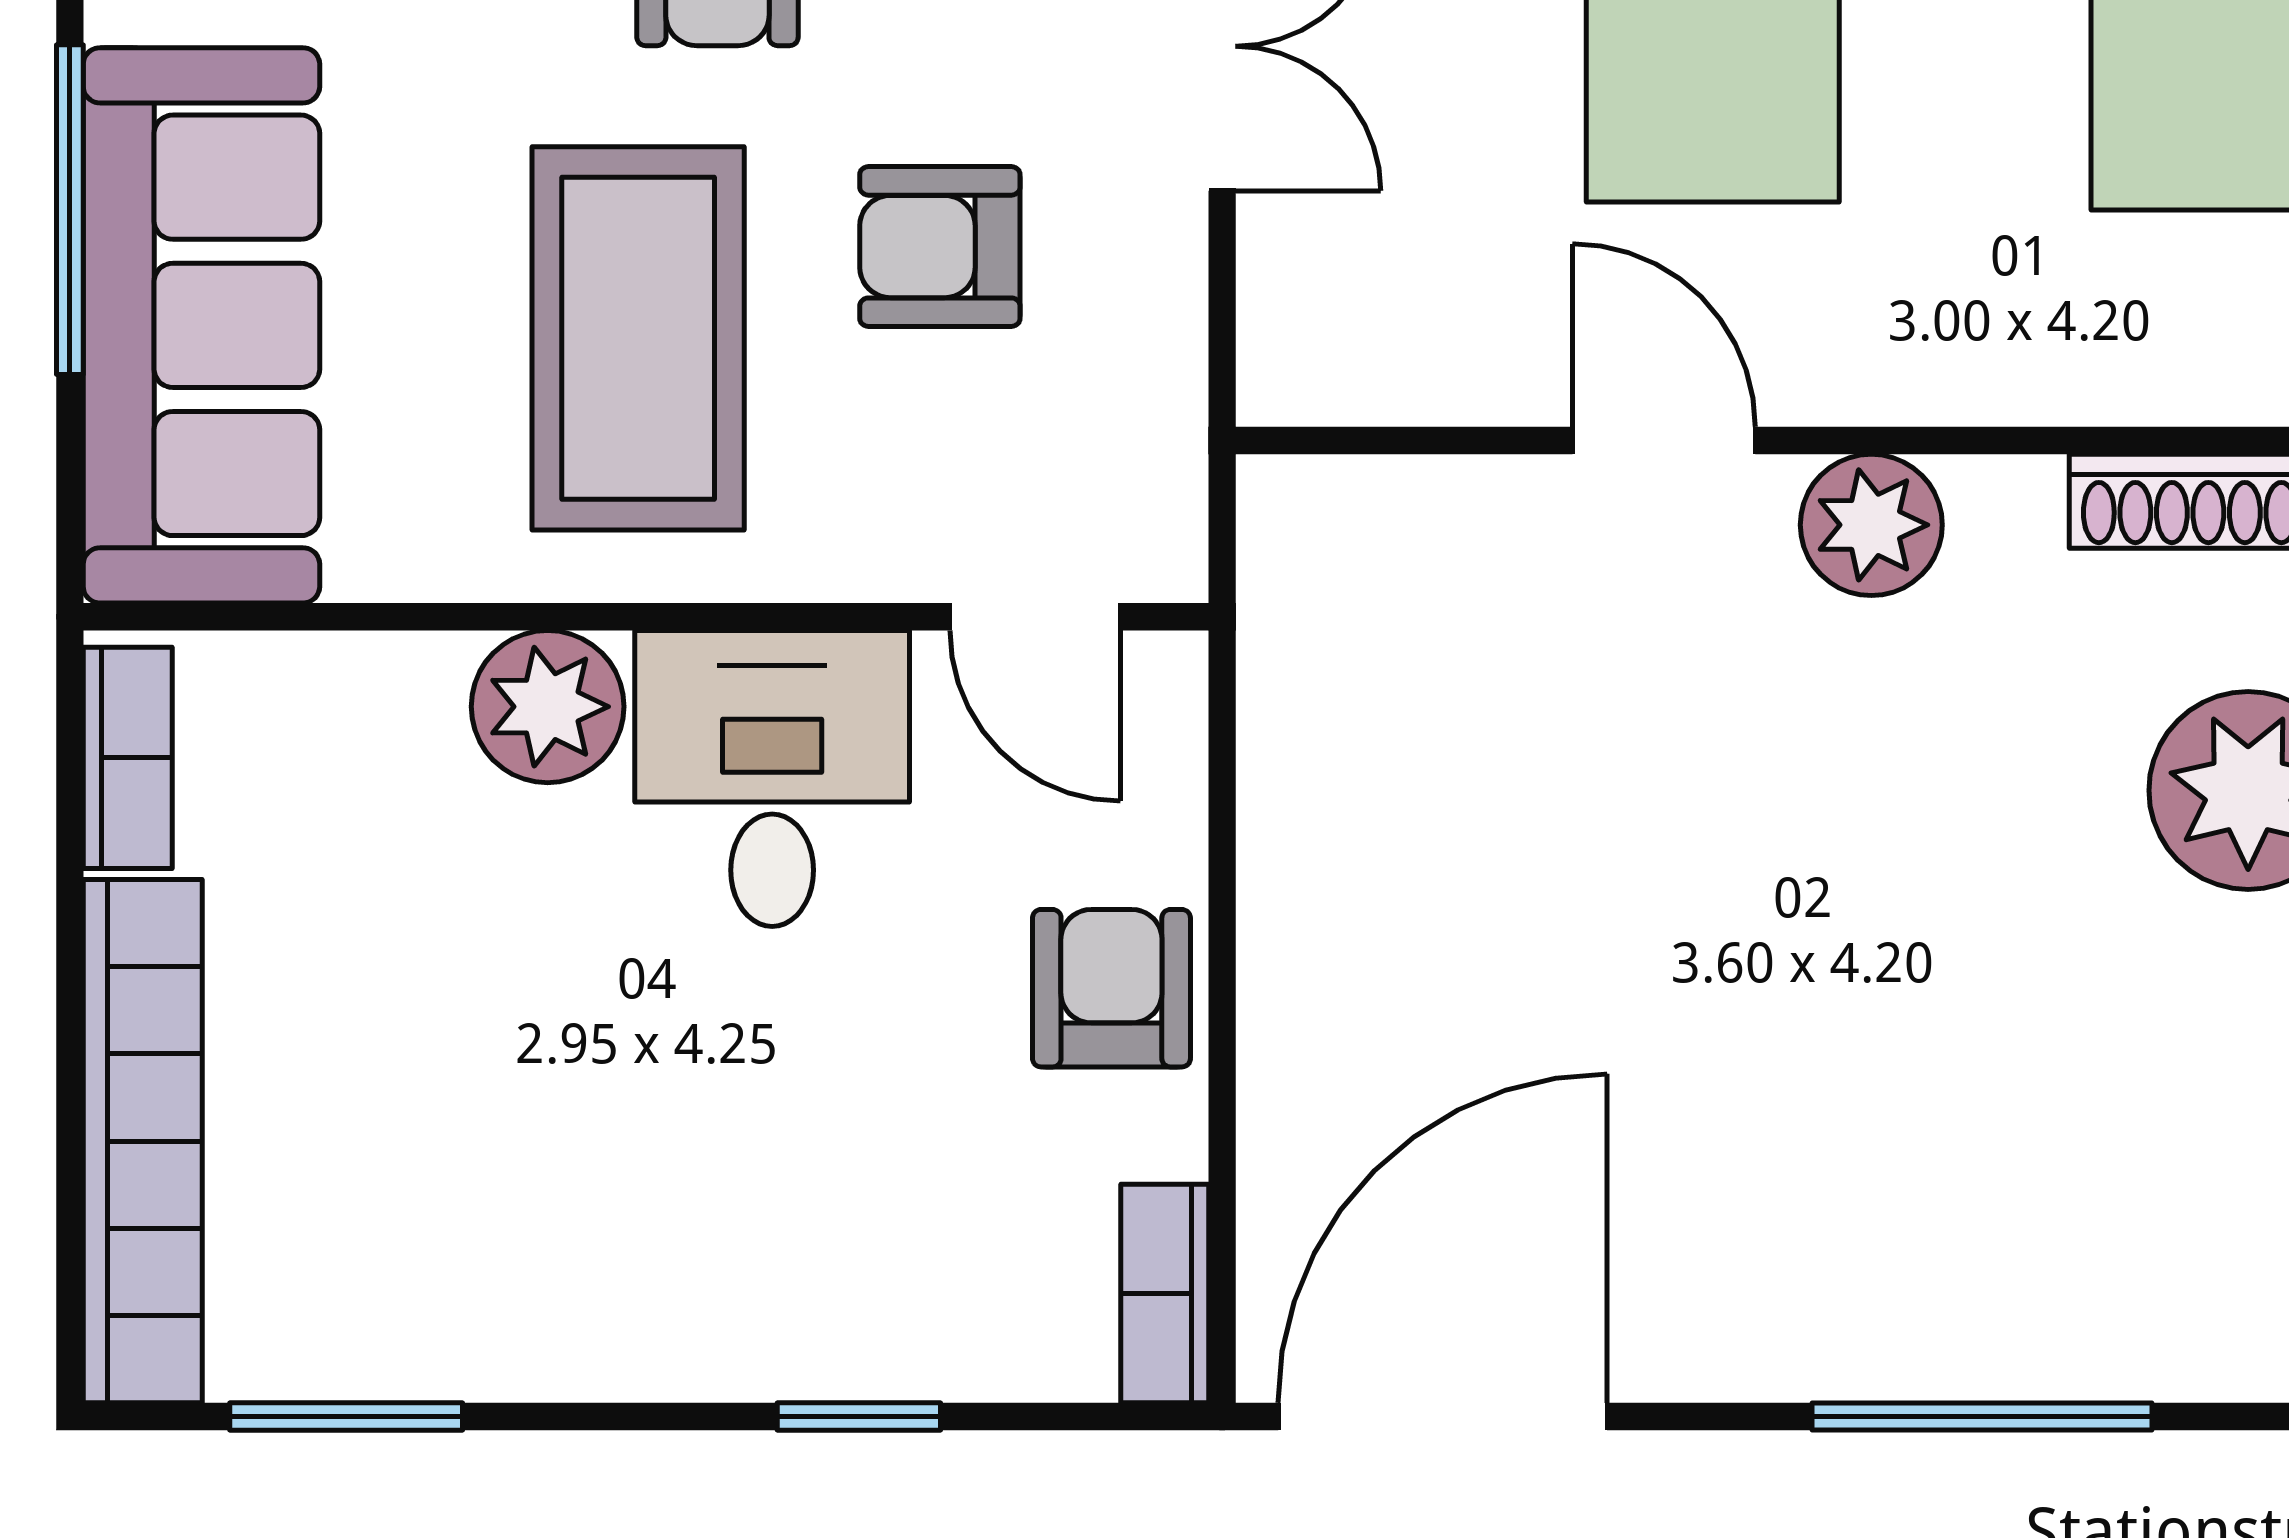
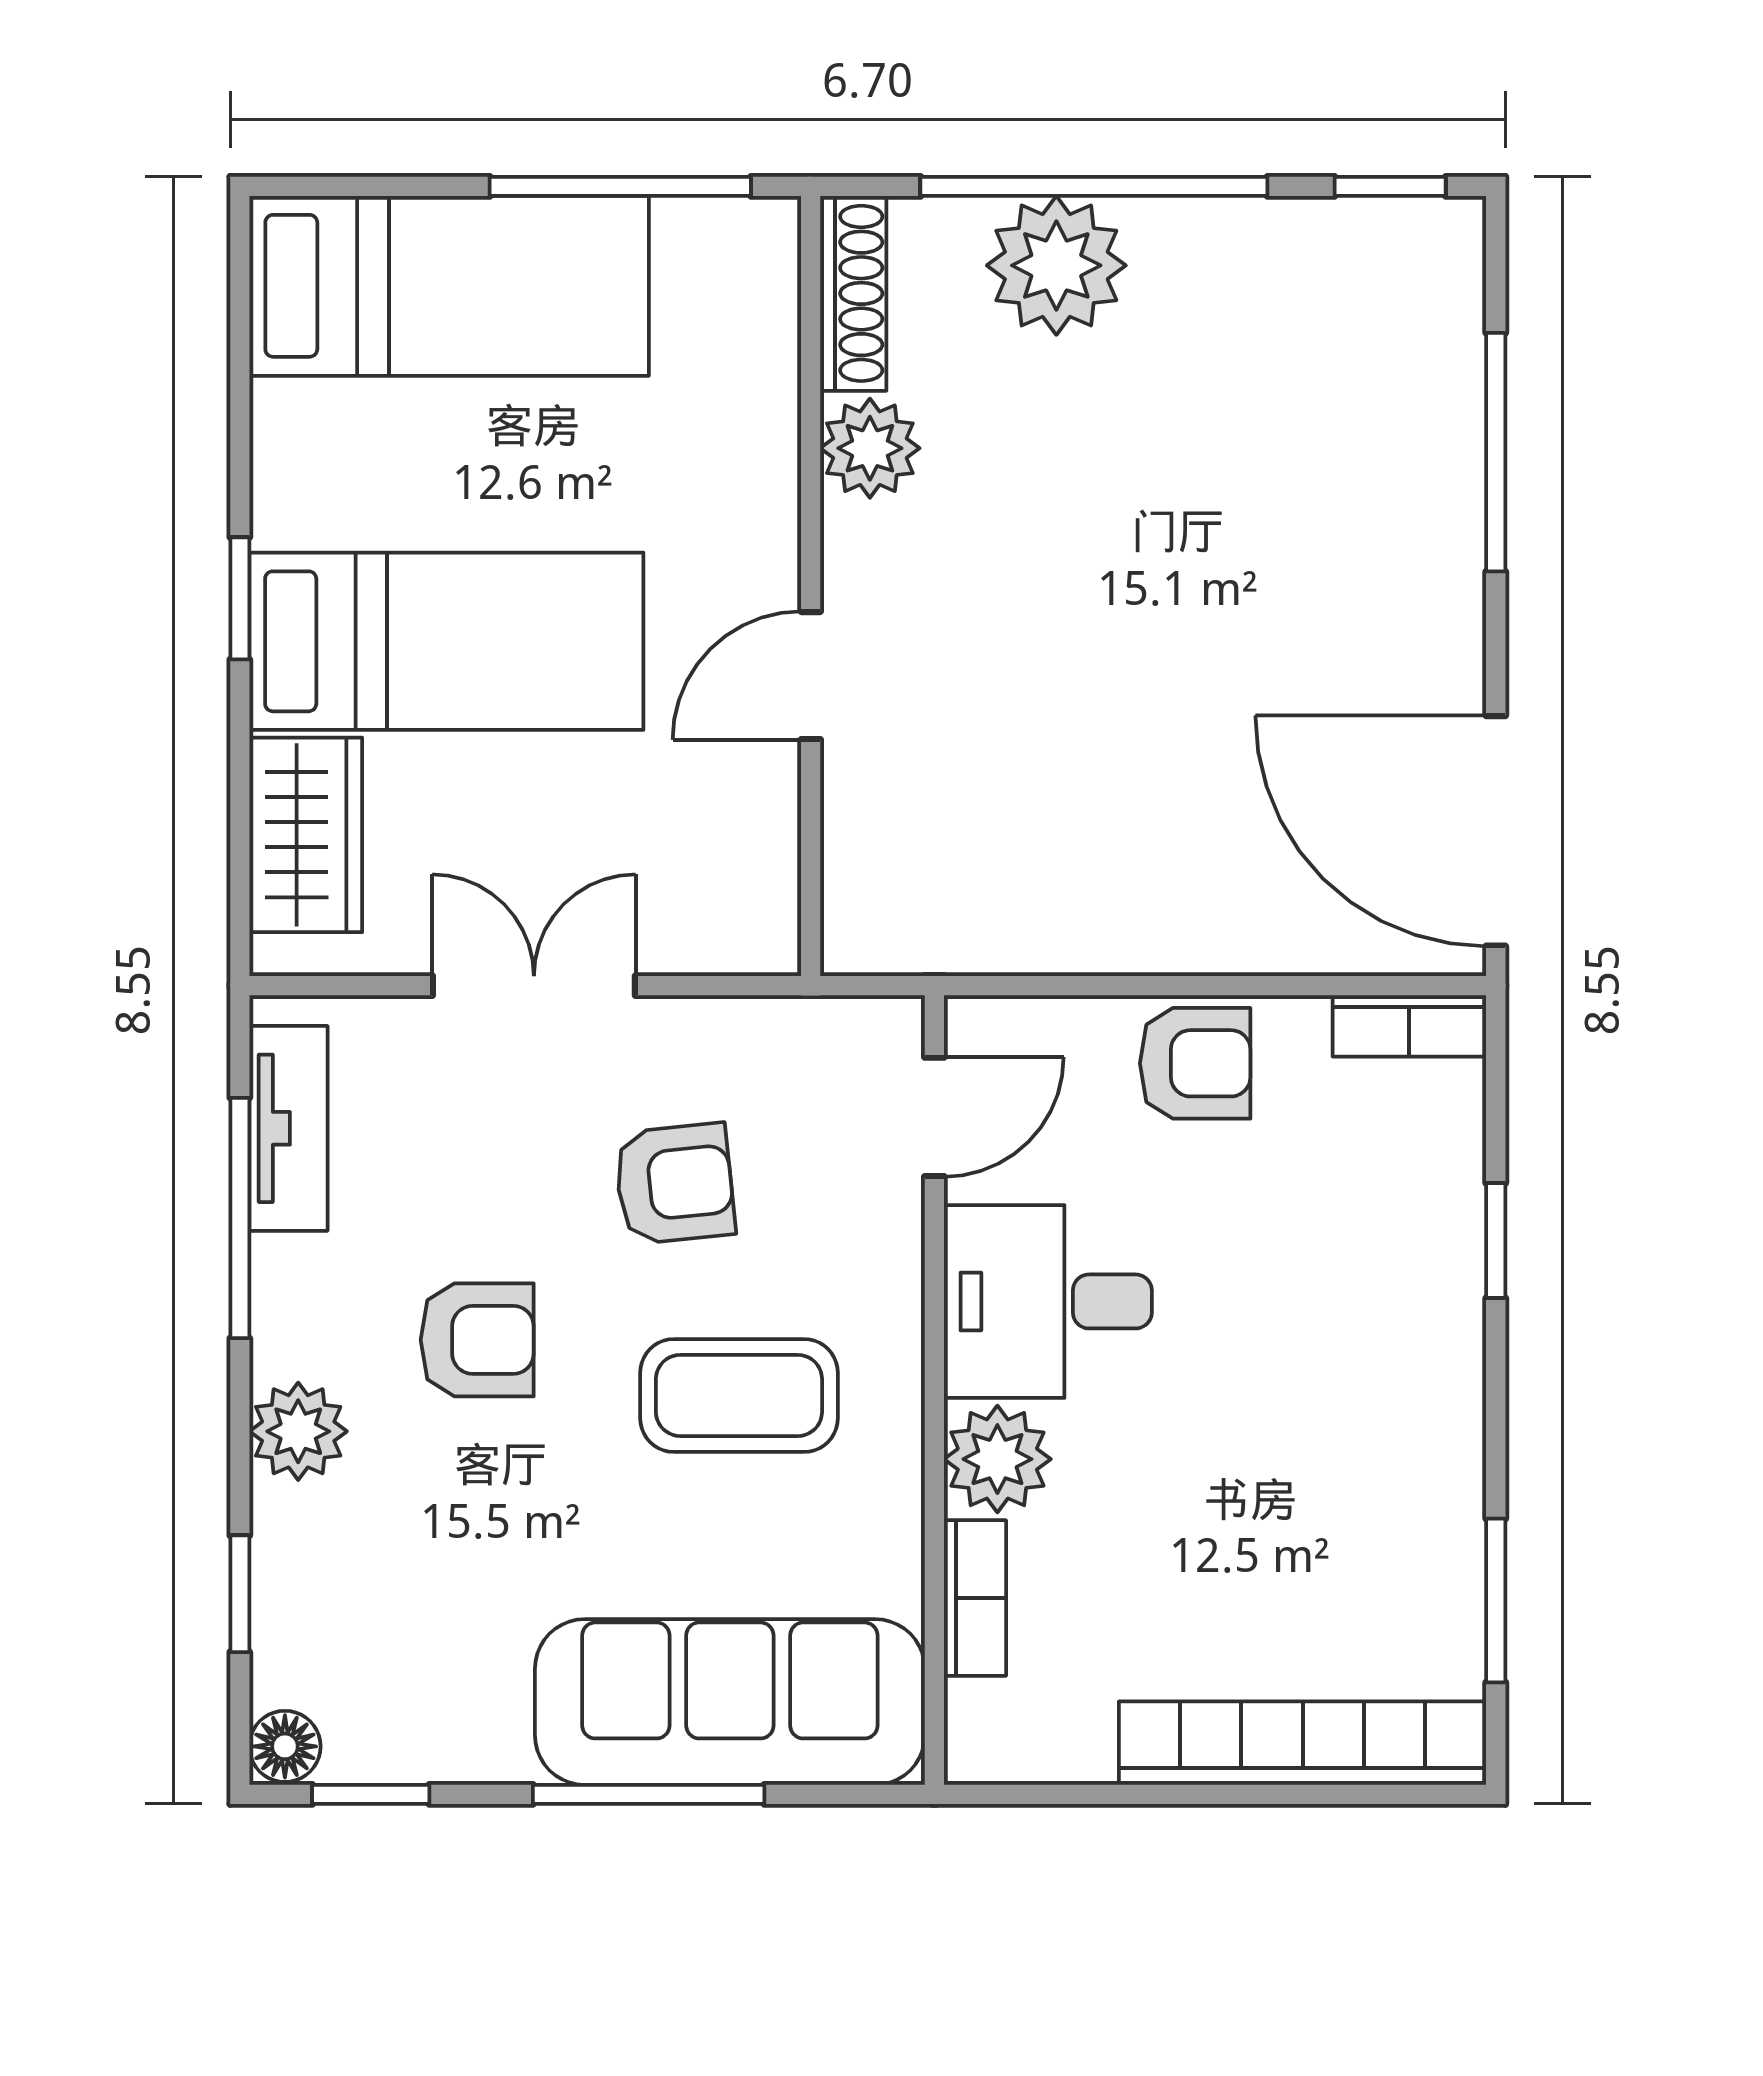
armchair: (940, 247) -> (675, 1184), turned -96
coffee table: (638, 338) -> (739, 1395), width x0.73, depth x0.76
plant: (1871, 525) -> (870, 448), moved
bookcase: (128, 758) -> (975, 1598), moved, turned 90
armchair: (1111, 988) -> (1195, 1063), turned 180

